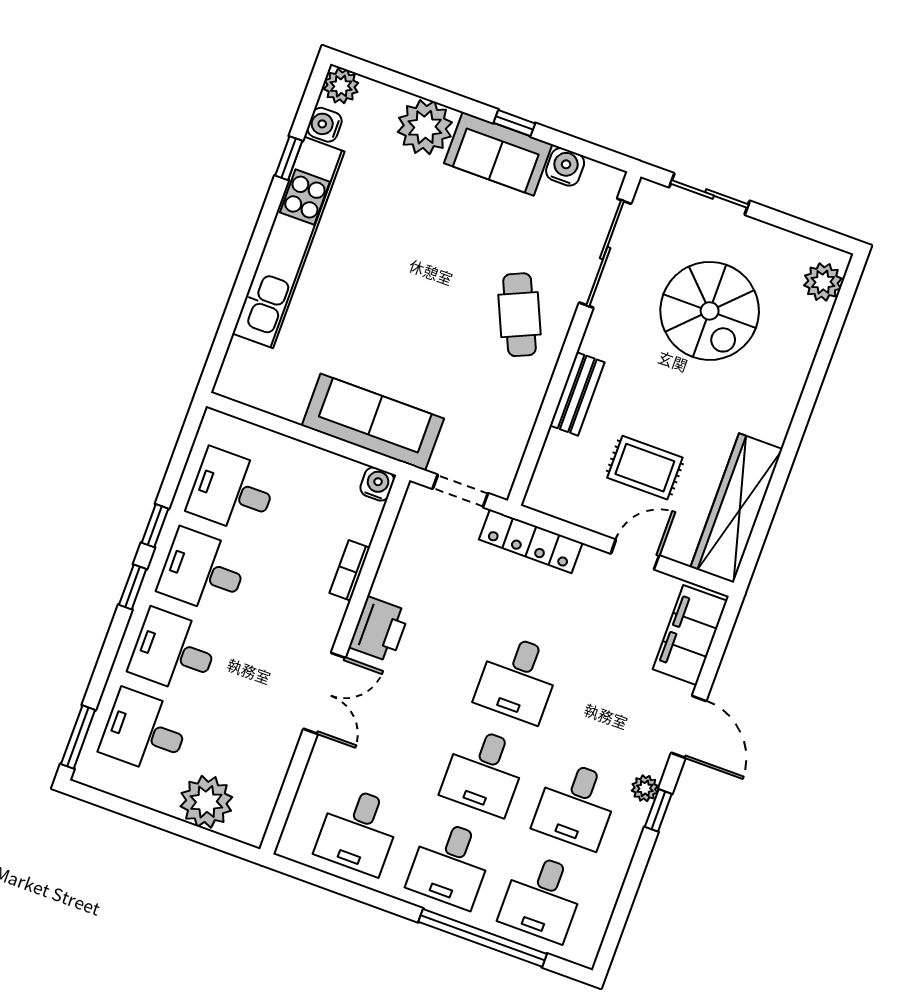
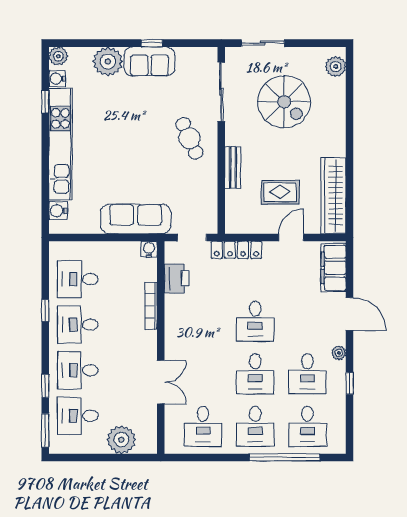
water cooler: (565, 167) -> (58, 211), moved, turned -90
bookcase: (350, 570) -> (151, 306), width x1.56
window: (133, 587) -> (45, 386), moved
printer: (379, 629) -> (177, 278), moved
double door: (324, 693) -> (161, 382), moved
window: (658, 810) -> (350, 383), moved

